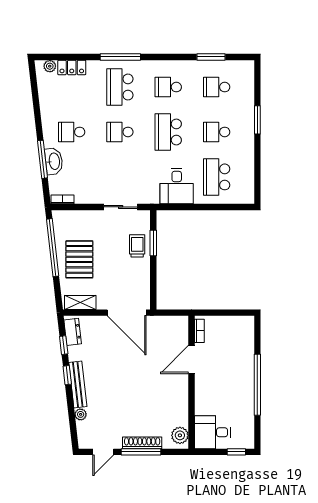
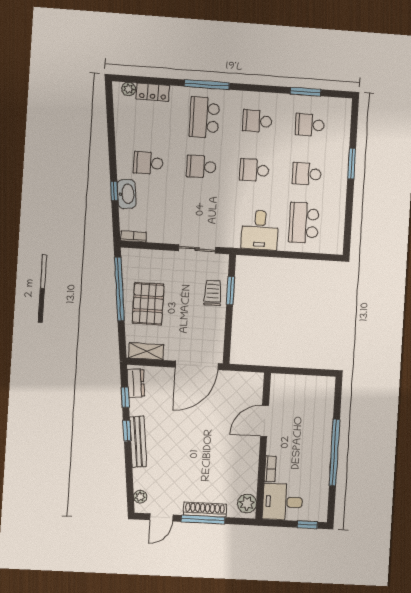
school desk: (168, 132) -> (254, 170), width x0.54
window: (43, 159) -> (114, 191), width x0.46
door: (127, 313) -> (197, 365), hinge flipped
bookcase: (199, 331) -> (270, 469), moved
plant: (81, 414) -> (140, 497), moved

